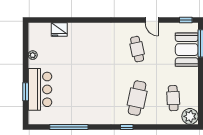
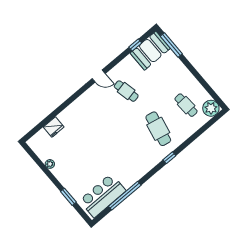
door: (152, 20) -> (99, 76), moved
window: (186, 20) -> (135, 45), moved
booth: (187, 50) -> (150, 51), moved, turned 90
bar counter: (40, 89) -> (103, 196), moved, turned -90

